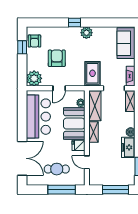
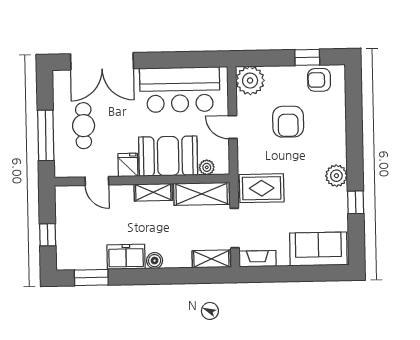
window: (75, 22) -> (356, 202), moved
armchair: (57, 58) -> (288, 122), turned 90
door: (87, 162) -> (97, 181), swing flipped
window: (115, 190) -> (48, 235), width x0.46

